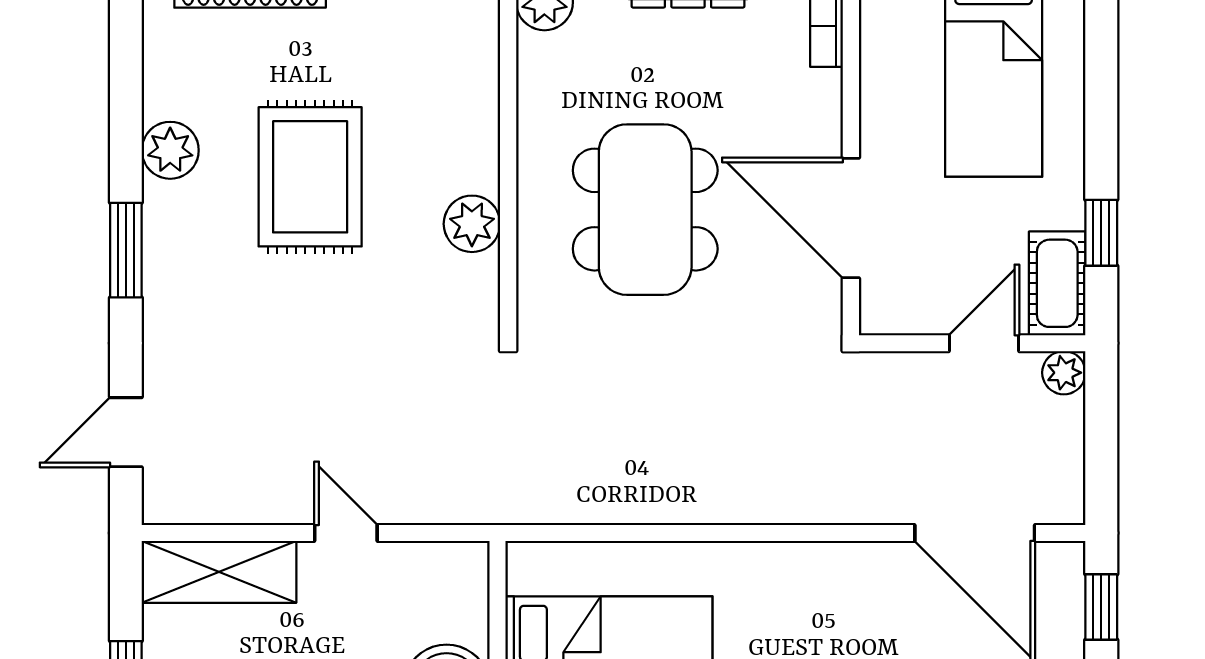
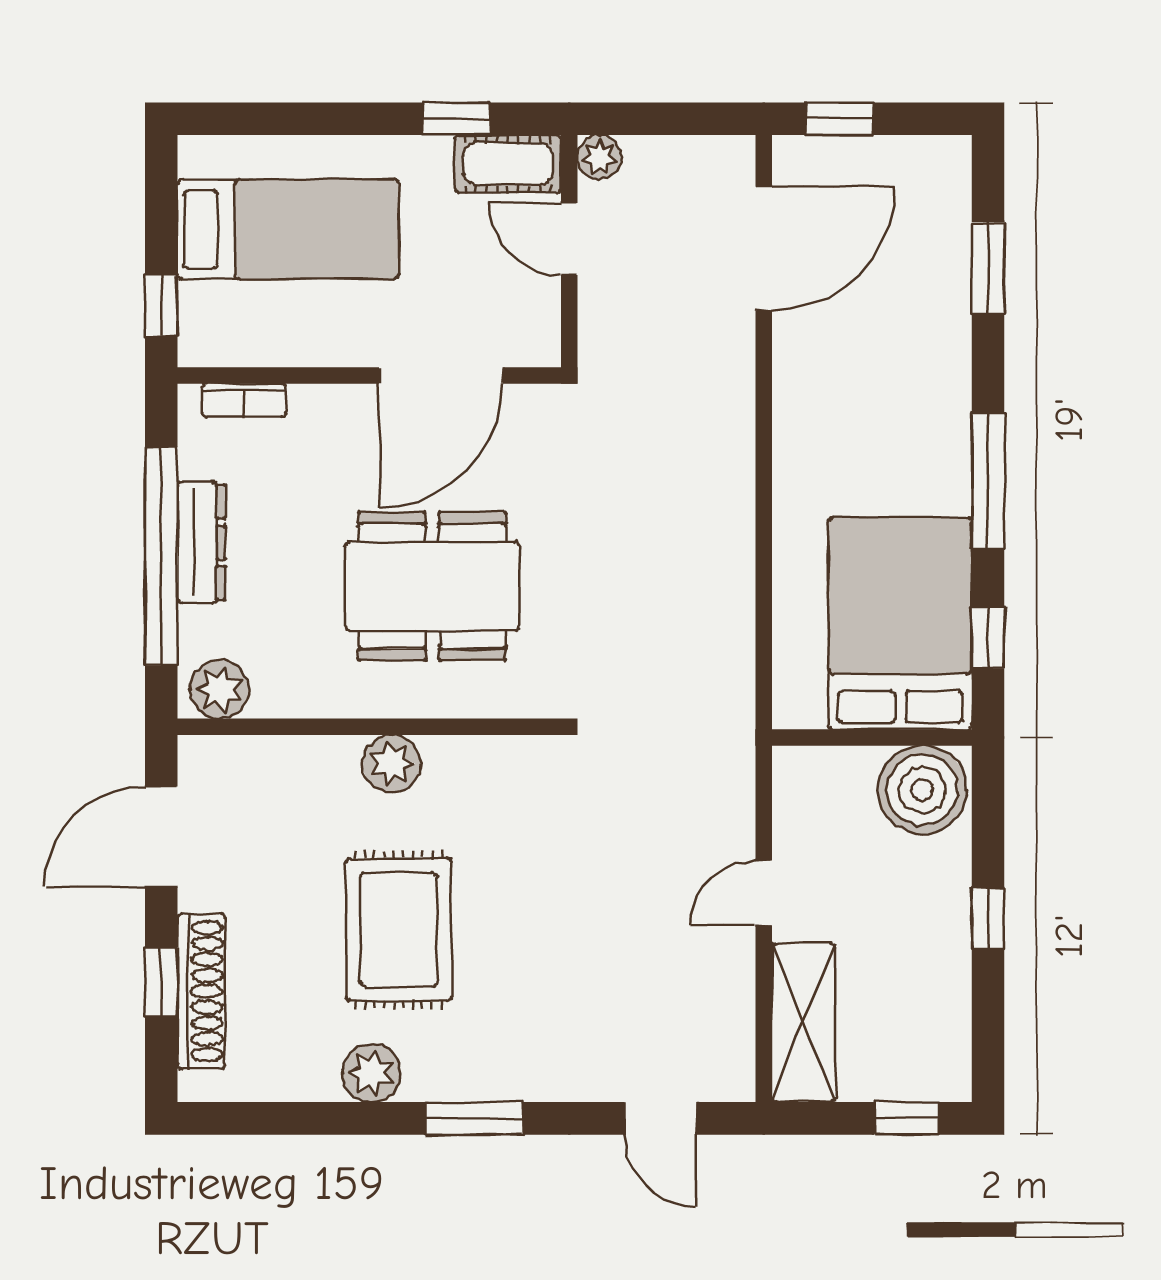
rug: (310, 177) -> (399, 930), turned 90
plant: (472, 224) -> (392, 764), moved

